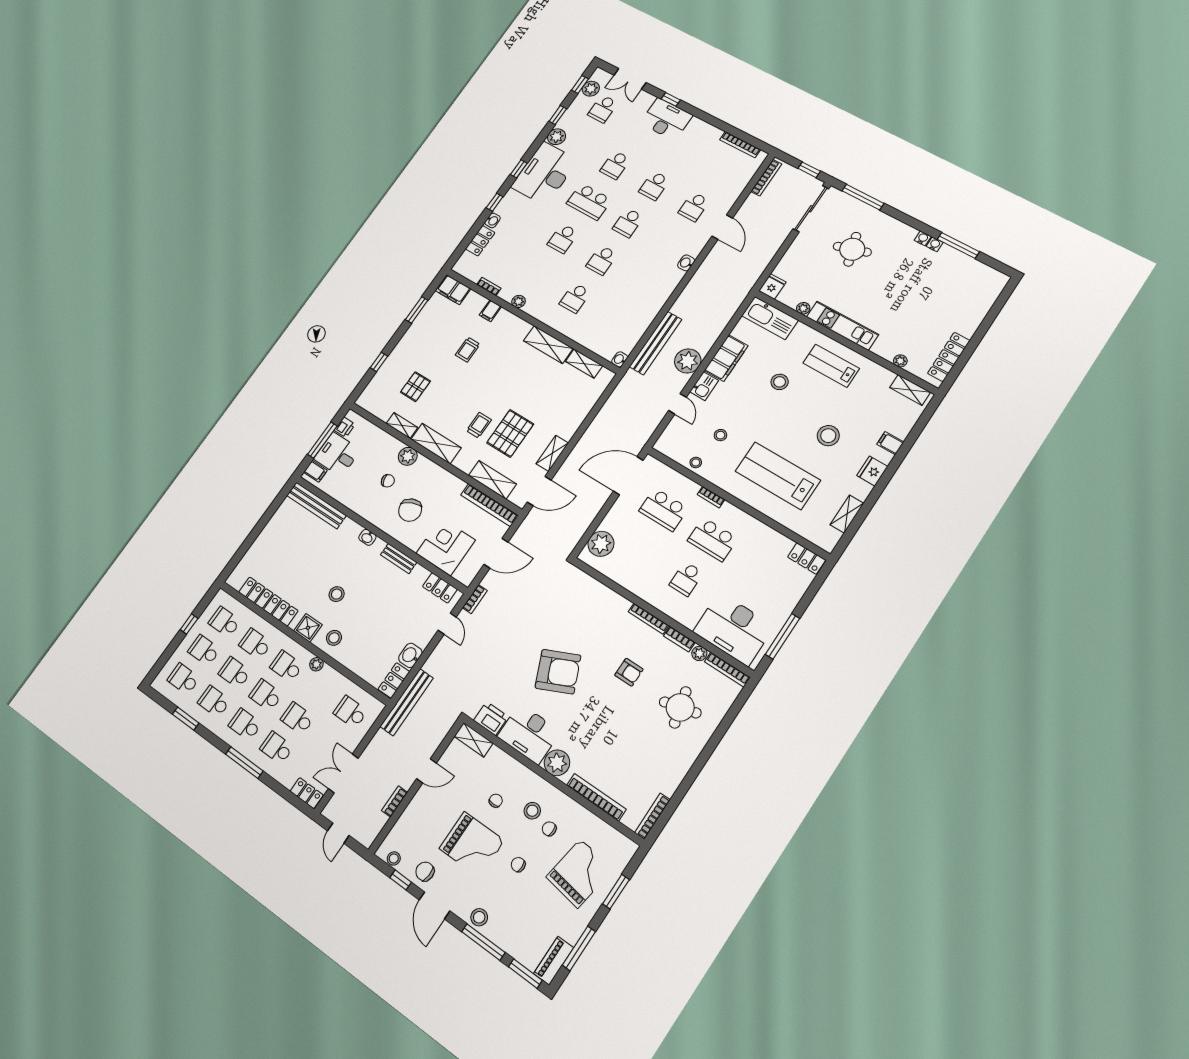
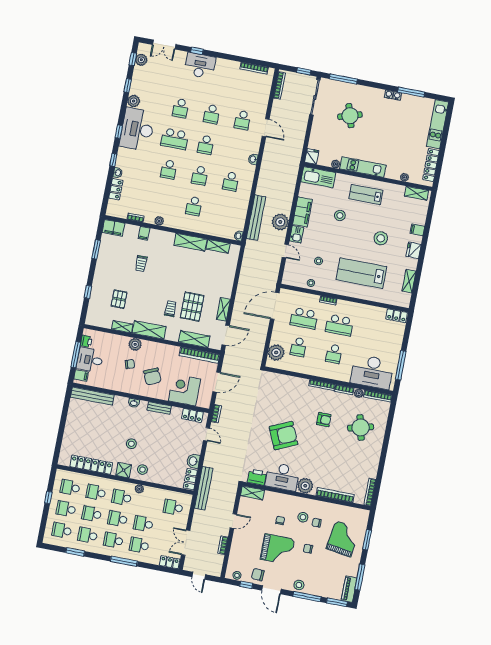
school desk: (603, 109) -> (231, 181), moved
kitchen unit: (982, 303) -> (438, 124), added
school desk: (637, 548) -> (298, 347), added

